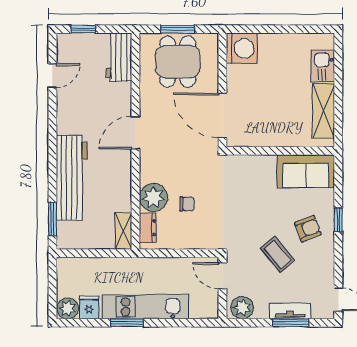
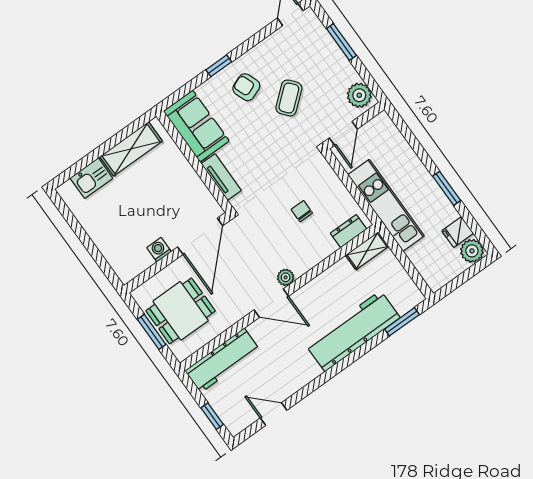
washing machine: (242, 48) -> (159, 250), moved, width x0.53, depth x0.53
workbench: (119, 57) -> (222, 360), width x1.38
plant: (153, 197) -> (286, 277), moved, width x0.53, depth x0.53
kitchen unit: (145, 307) -> (386, 205), moved, turned 180
tv unit: (290, 311) -> (221, 177), moved, turned 180

